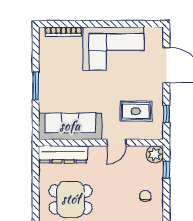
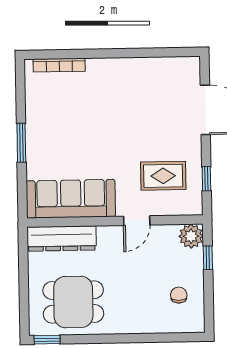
corner sofa: (113, 49) -> (130, 88), removed

